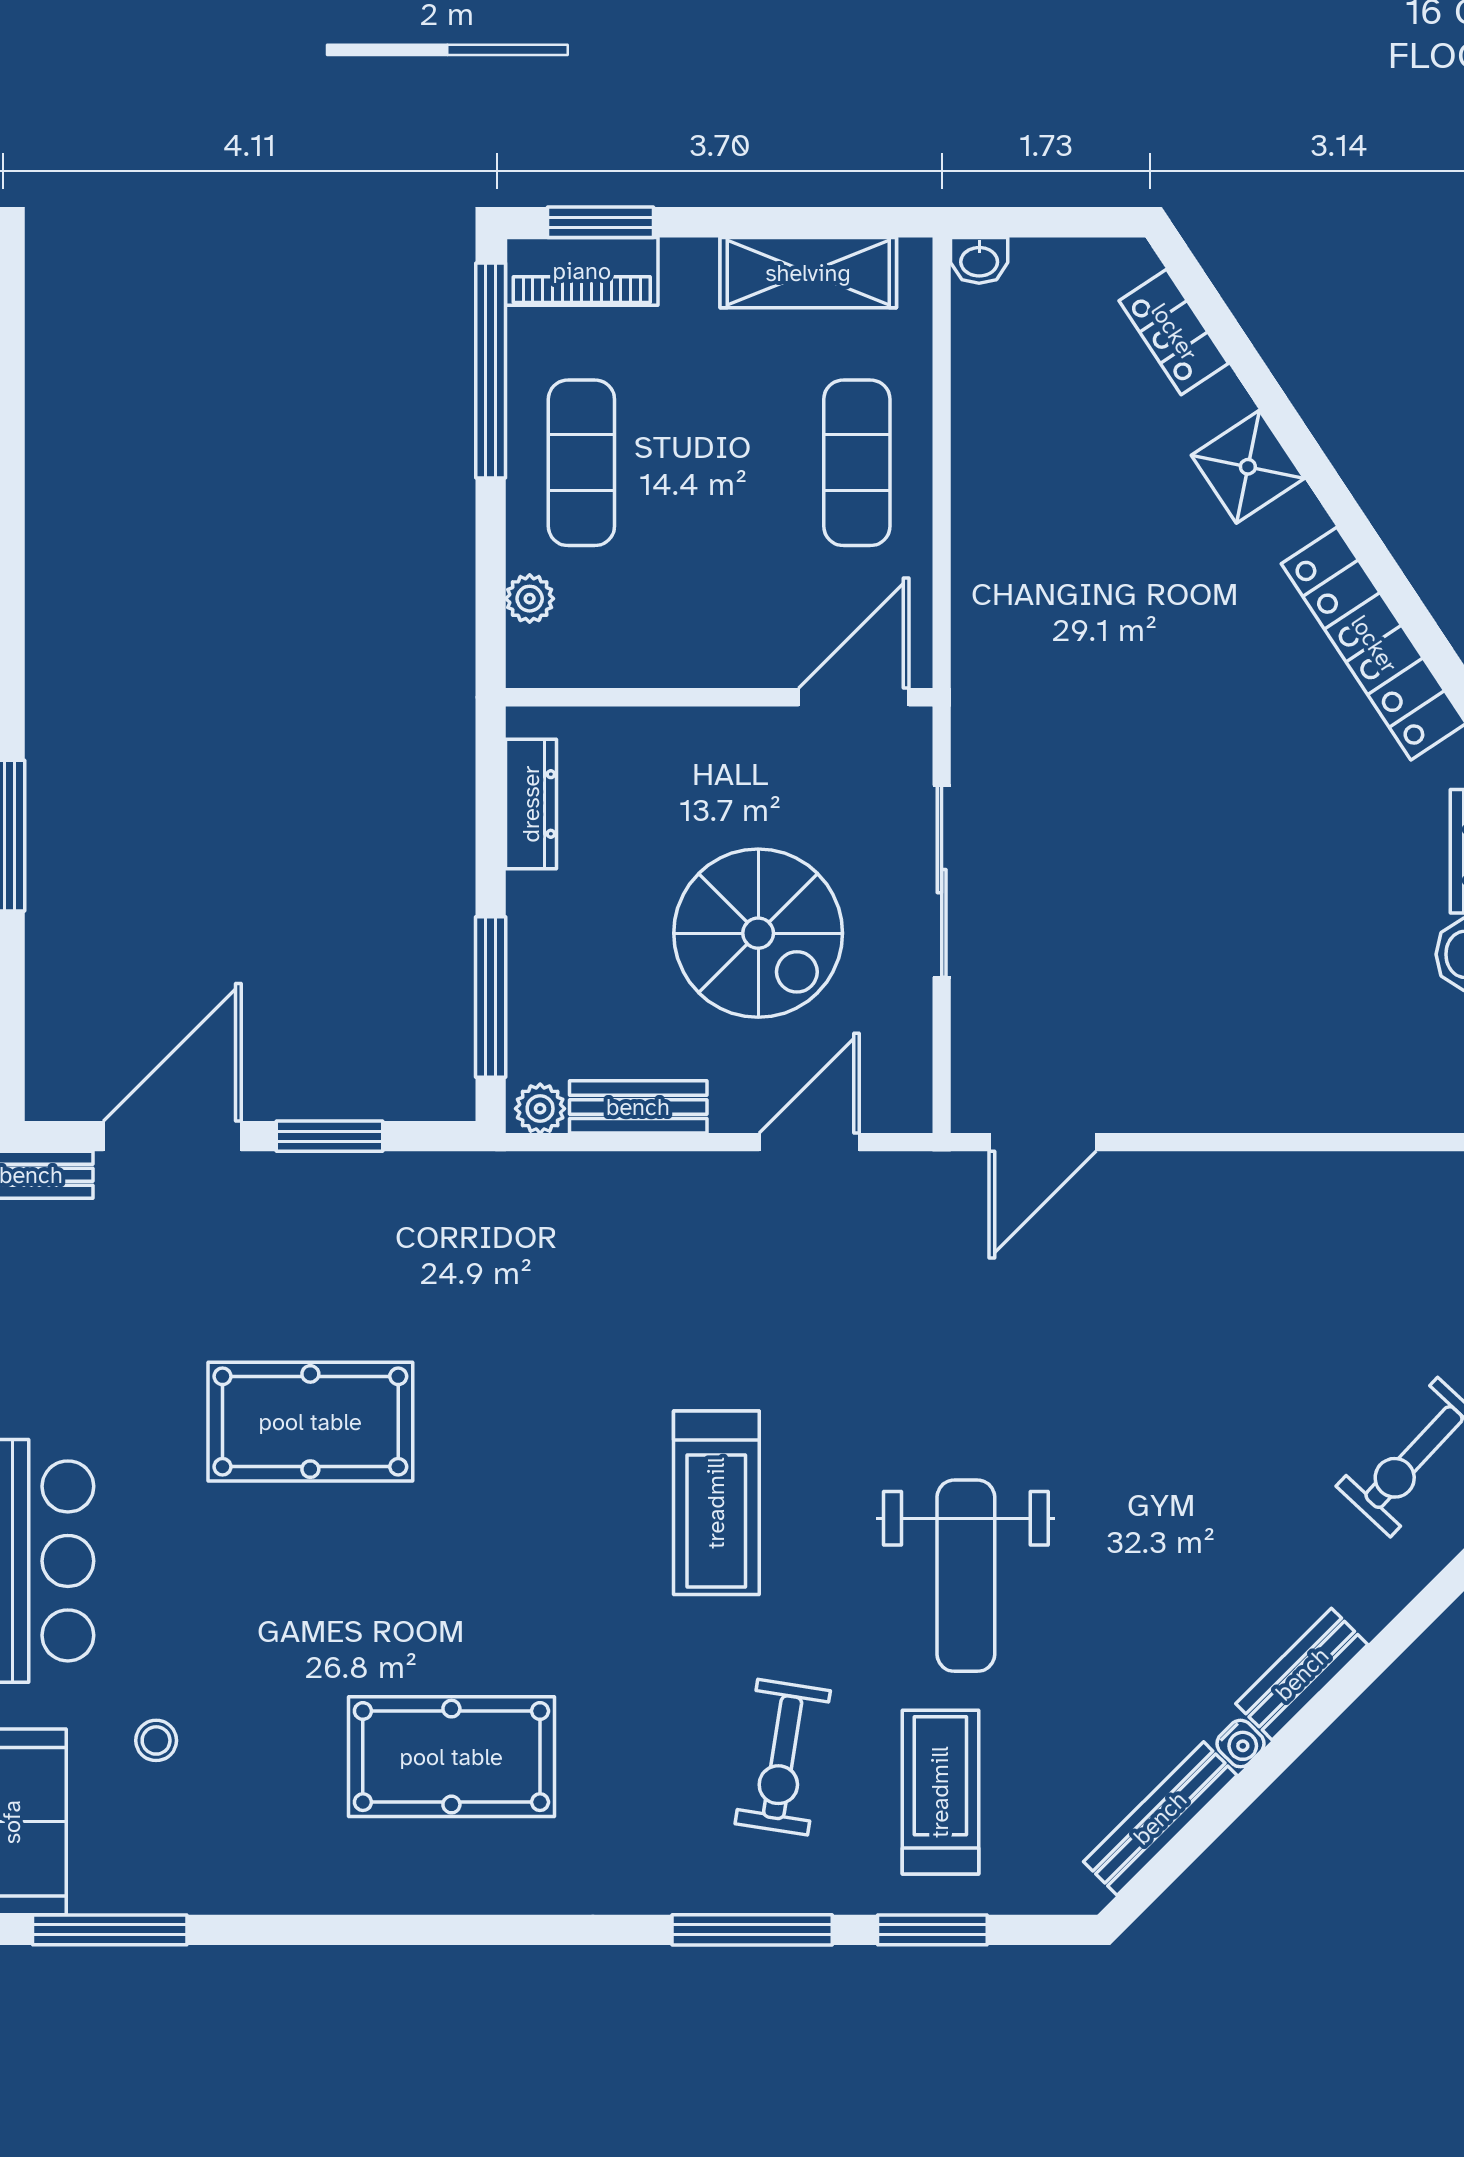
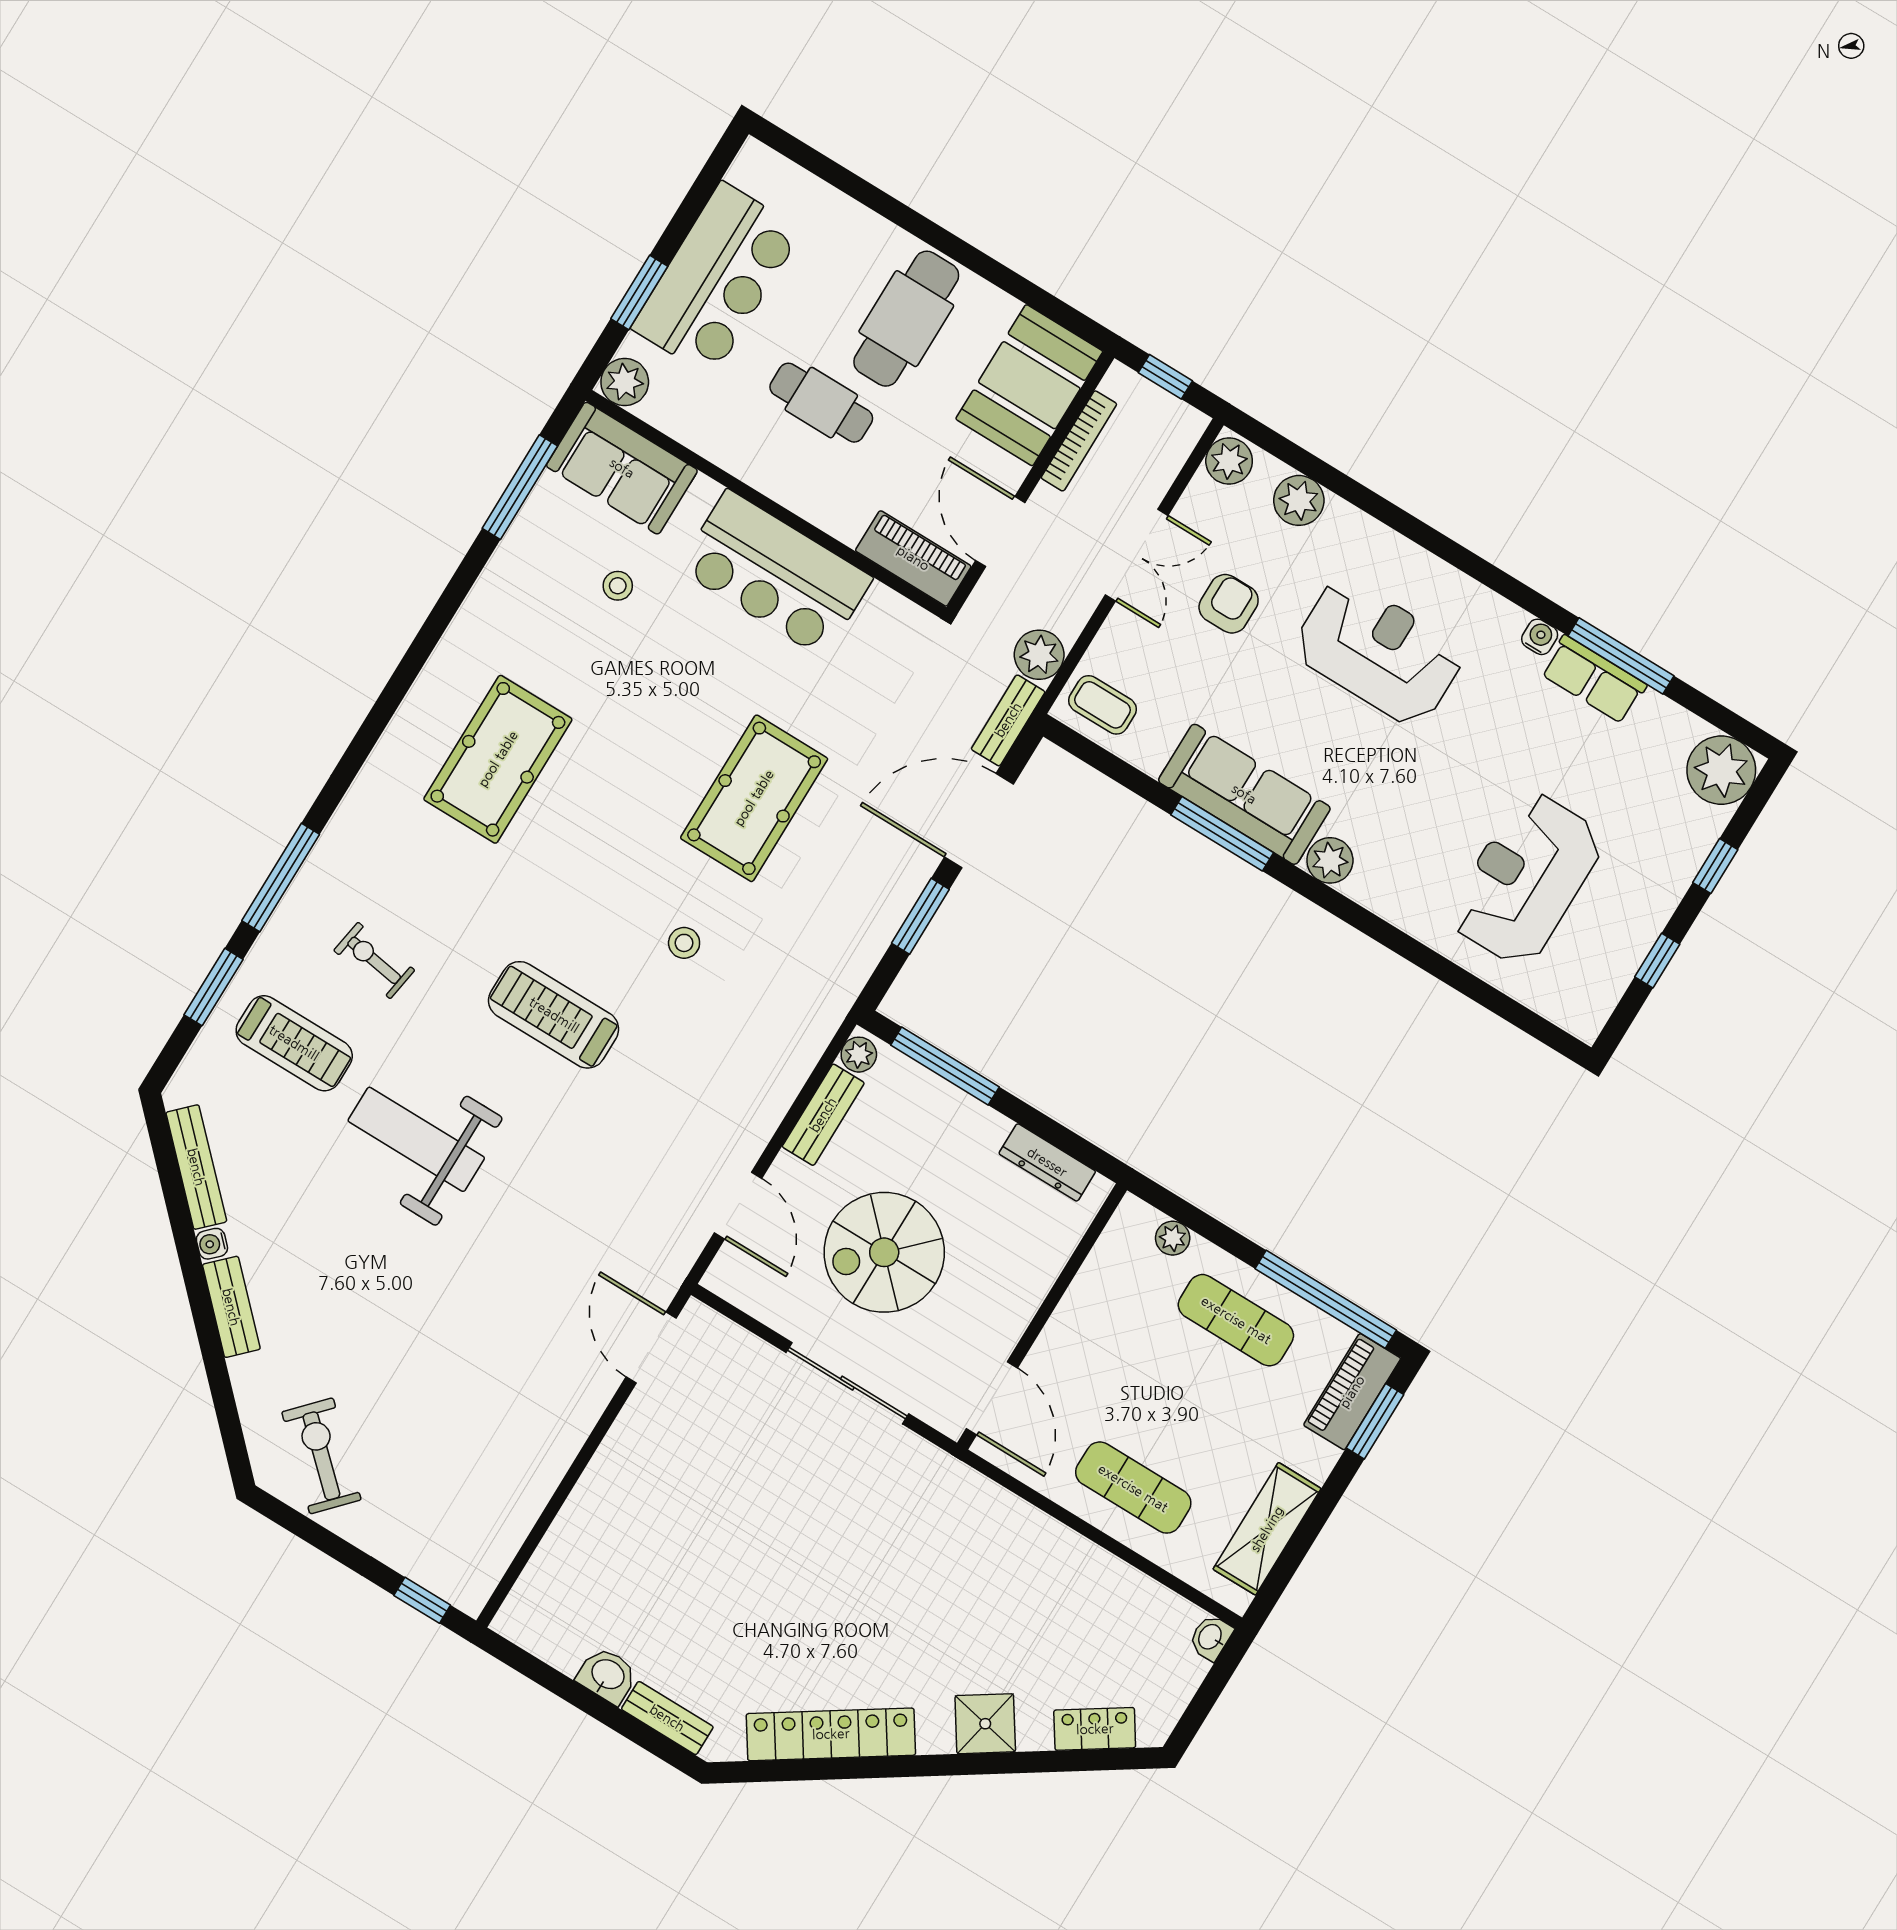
door: (172, 1136) -> (979, 821), swing flipped
stool: (535, 1399) -> (684, 943), added
exercise bike: (783, 1757) -> (374, 960), width x0.73, depth x0.72

